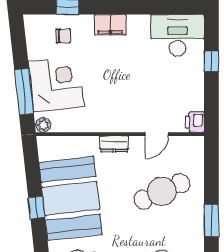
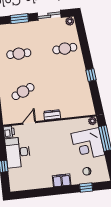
desk: (178, 35) -> (18, 152), moved, turned 90
cafe table: (162, 191) -> (23, 92), width x0.73, depth x0.74
booth: (71, 198) -> (73, 82), removed

